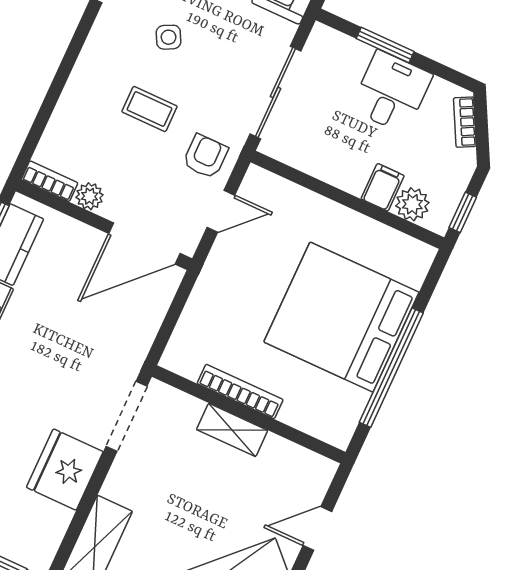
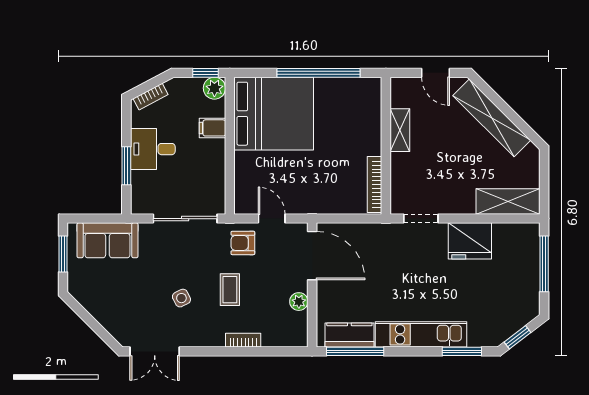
bookcase: (50, 181) -> (243, 340), moved, turned 90
plant: (412, 204) -> (214, 88), moved
bed: (341, 317) -> (274, 114), moved, turned -90
bookcase: (240, 391) -> (375, 185), moved
doorway: (127, 416) -> (421, 219), width x0.73
shelving: (232, 430) -> (400, 130), moved

